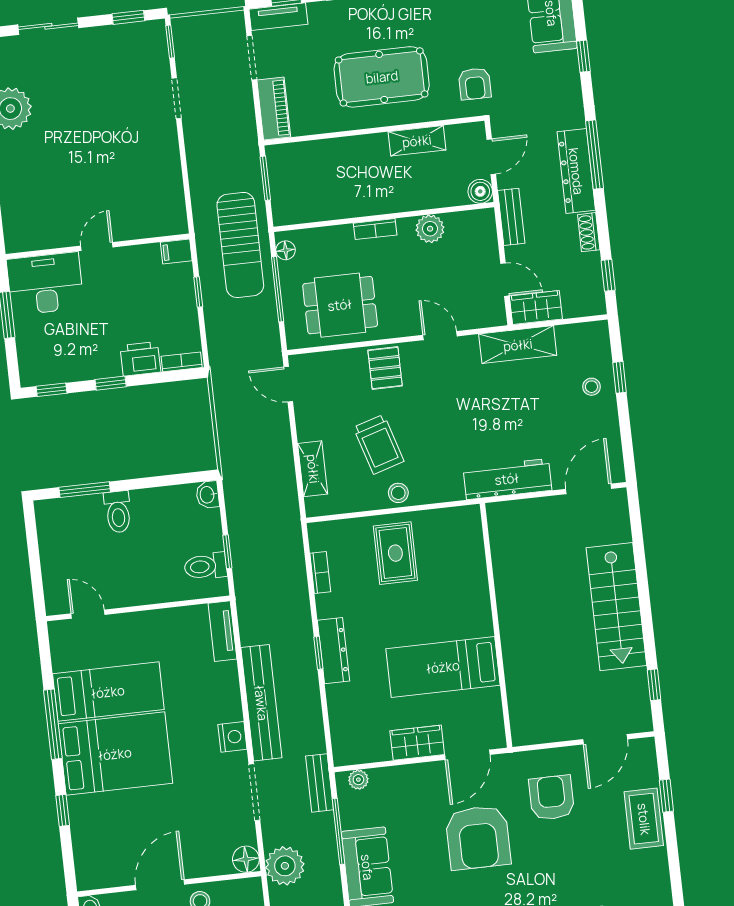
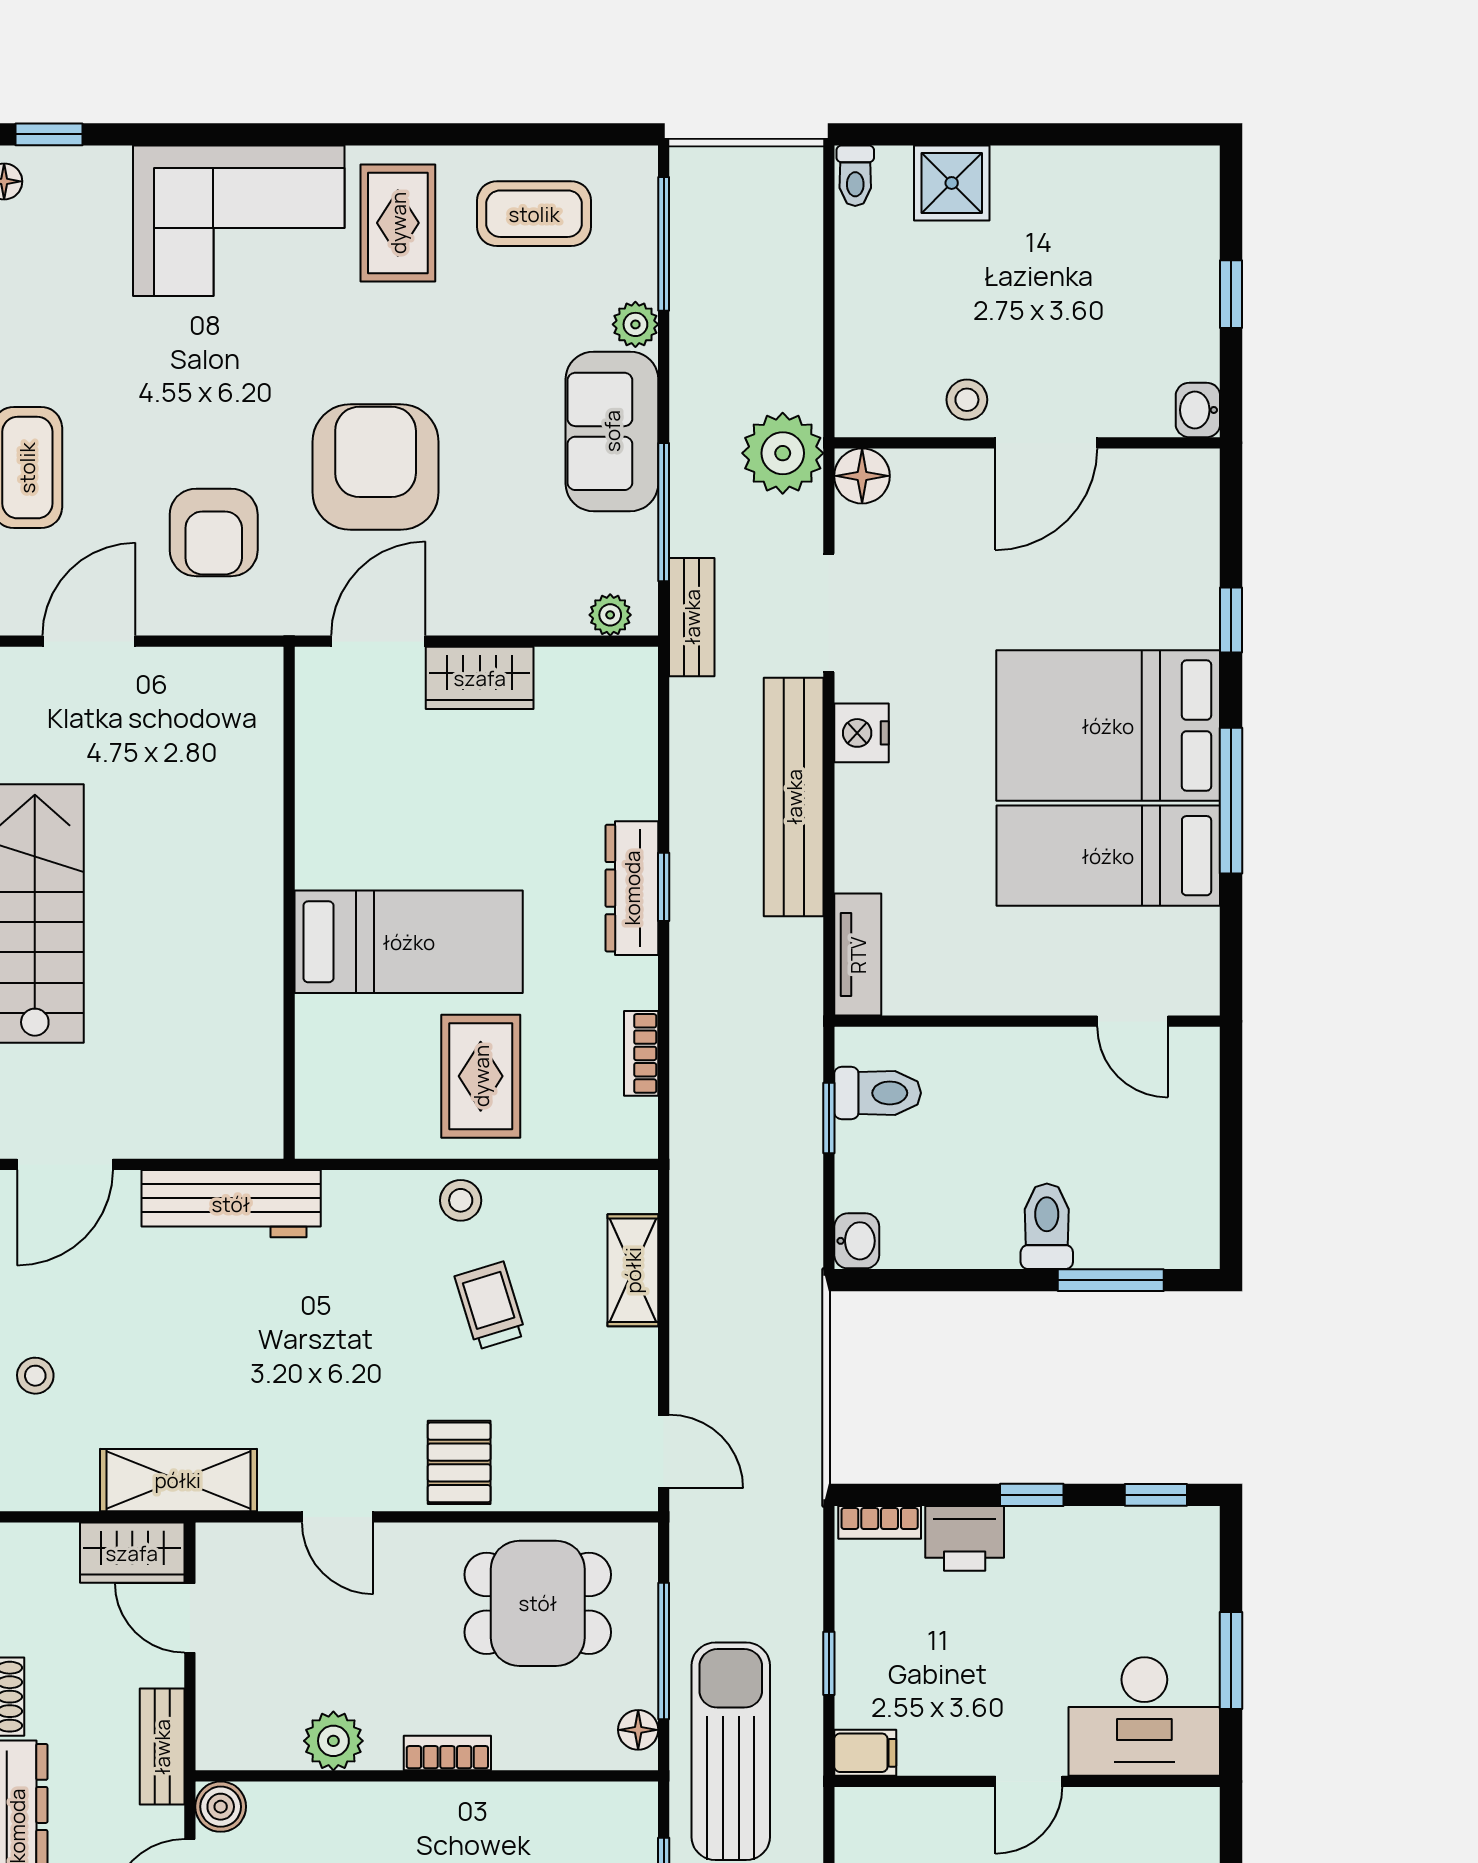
trolley: (379, 444) -> (490, 1306), width x0.73, depth x0.72
bed: (443, 667) -> (409, 942), moved

